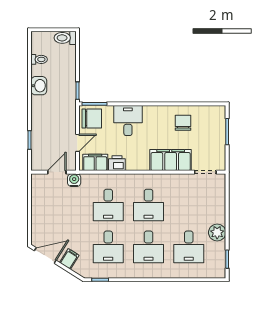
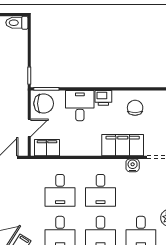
printer: (117, 163) -> (103, 98), moved, turned 180
water cooler: (74, 180) -> (133, 165), moved

